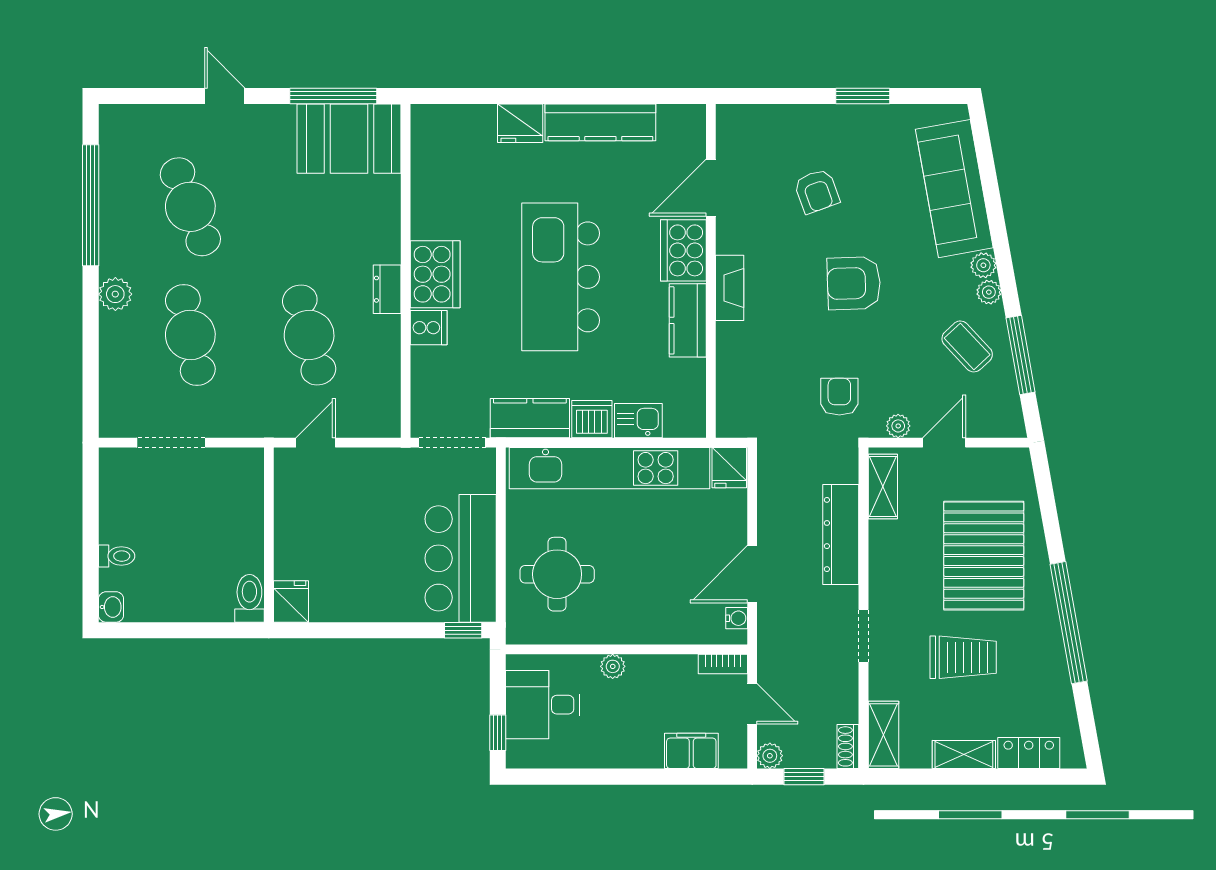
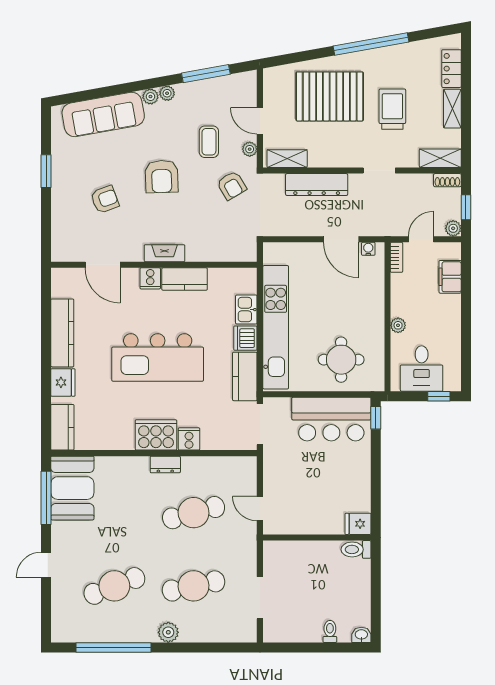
kitchen counter: (448, 123) -> (62, 427), added
cooker: (683, 250) -> (150, 278), width x0.53, depth x0.76
coffee table: (967, 346) -> (209, 142), moved, turned -47
armchair: (839, 397) -> (232, 185), turned -121
fridge: (729, 468) -> (275, 253), removed

